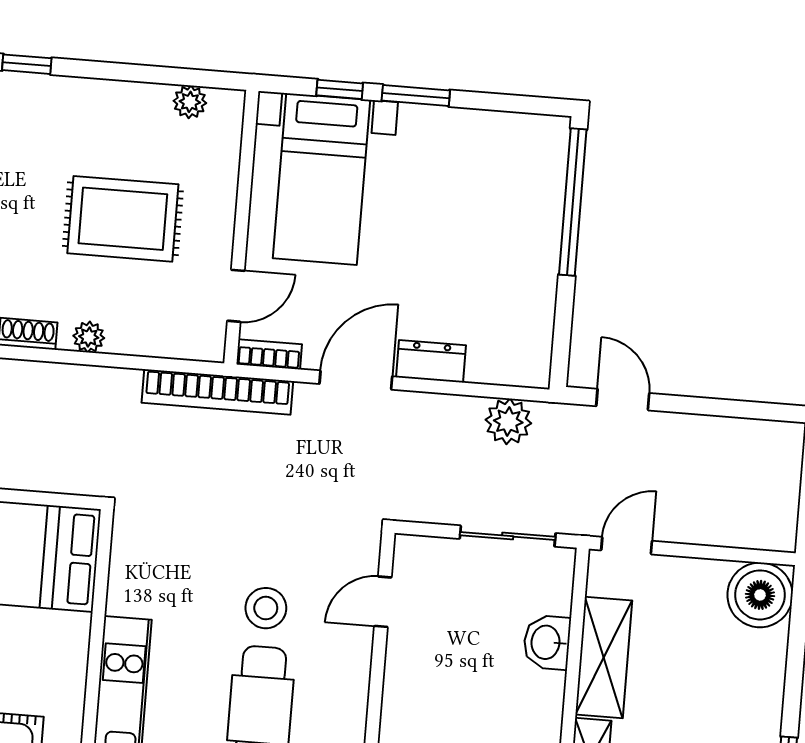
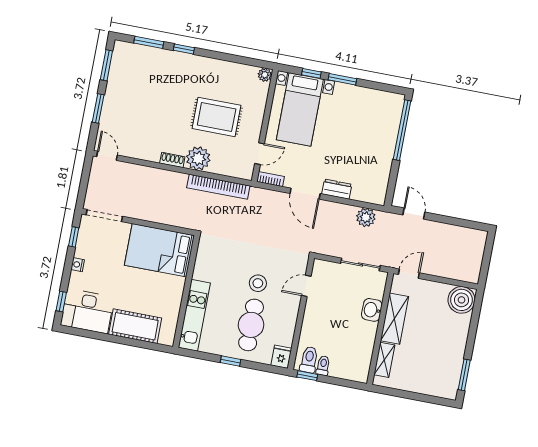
plant: (190, 102) -> (265, 75), moved
plant: (89, 337) -> (198, 158), width x1.88, depth x1.88
door: (356, 380) -> (305, 194), swing flipped
bookcase: (217, 392) -> (218, 187), moved

